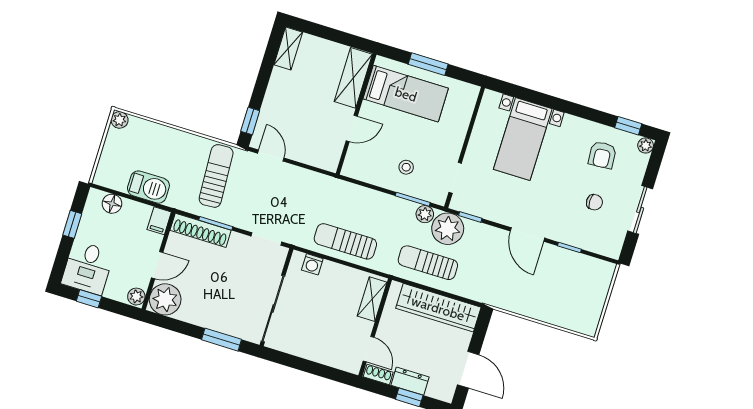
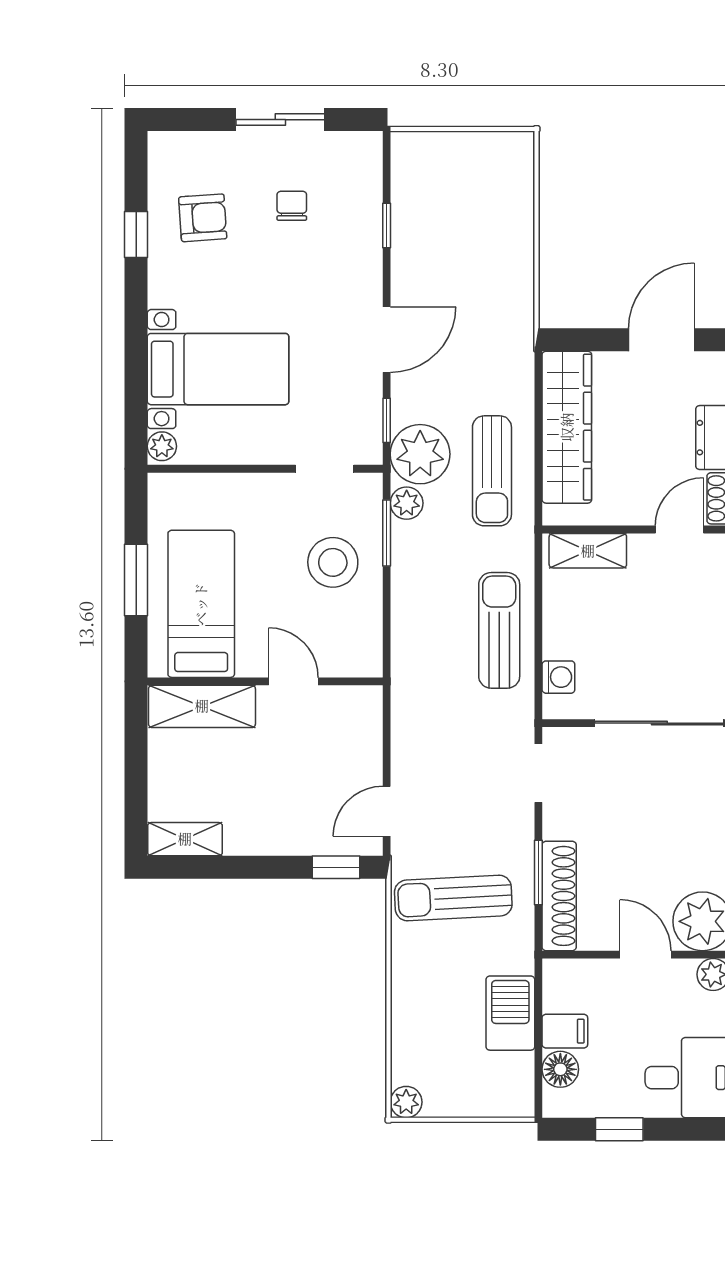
window: (628, 126) -> (136, 234), moved
plant: (646, 145) -> (162, 446), moved
stool: (406, 167) -> (333, 562), width x1.89, depth x1.89
filing cabinet: (159, 221) -> (565, 1031), moved
door: (527, 235) -> (387, 340), moved
sun lounger: (345, 241) -> (499, 630), turned 180

